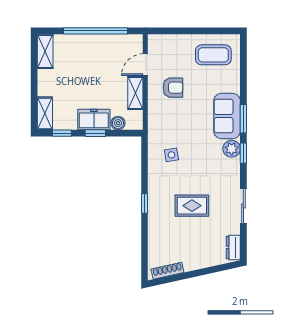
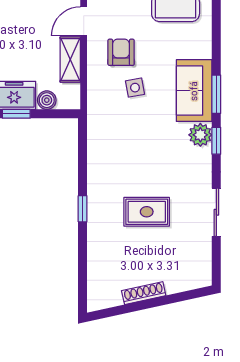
armchair: (173, 88) -> (121, 52), turned -90
side table: (171, 155) -> (135, 88), moved
dresser: (233, 247) -> (203, 268), removed
shoe rack: (167, 271) -> (144, 293), moved

